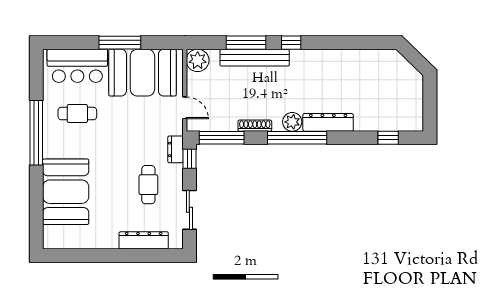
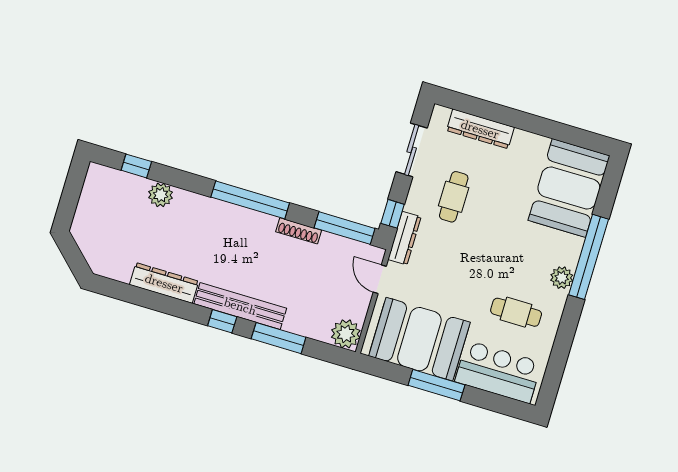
bench: (255, 58) -> (240, 306), moved
plant: (292, 122) -> (161, 195), moved
dresser: (328, 122) -> (164, 283), moved, turned 180
window: (36, 133) -> (589, 257), moved
plant: (51, 149) -> (562, 278), added
dresser: (175, 149) -> (404, 238), width x1.44
booth: (66, 192) -> (569, 188), moved

